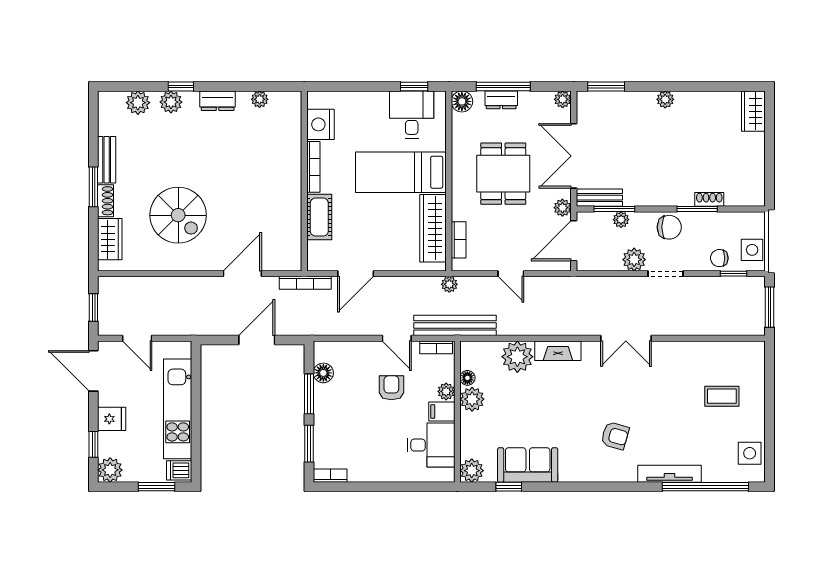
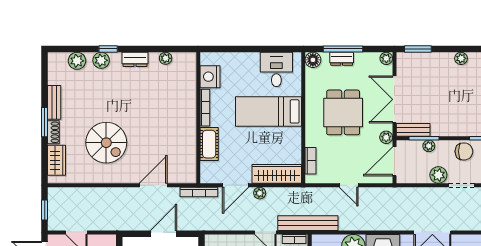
window: (414, 86) -> (278, 49), removed
wardrobe: (433, 228) -> (277, 174), moved, turned 90
plant: (449, 284) -> (260, 193), moved

